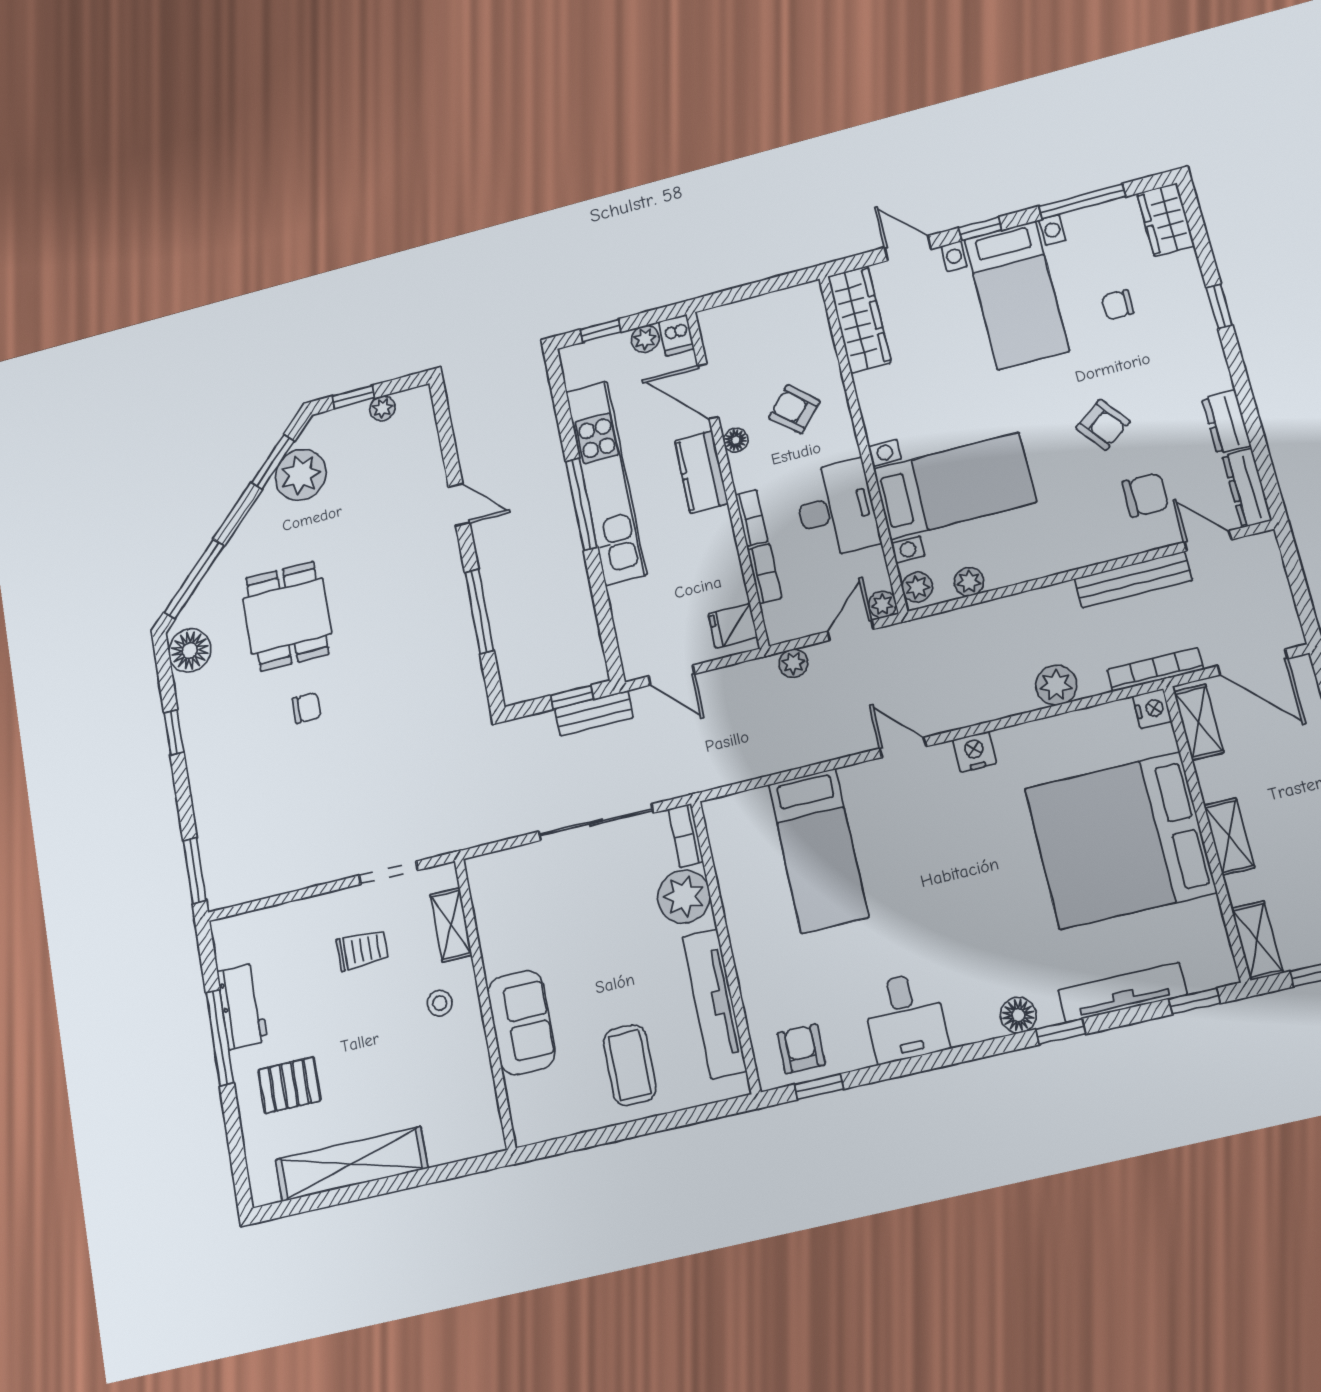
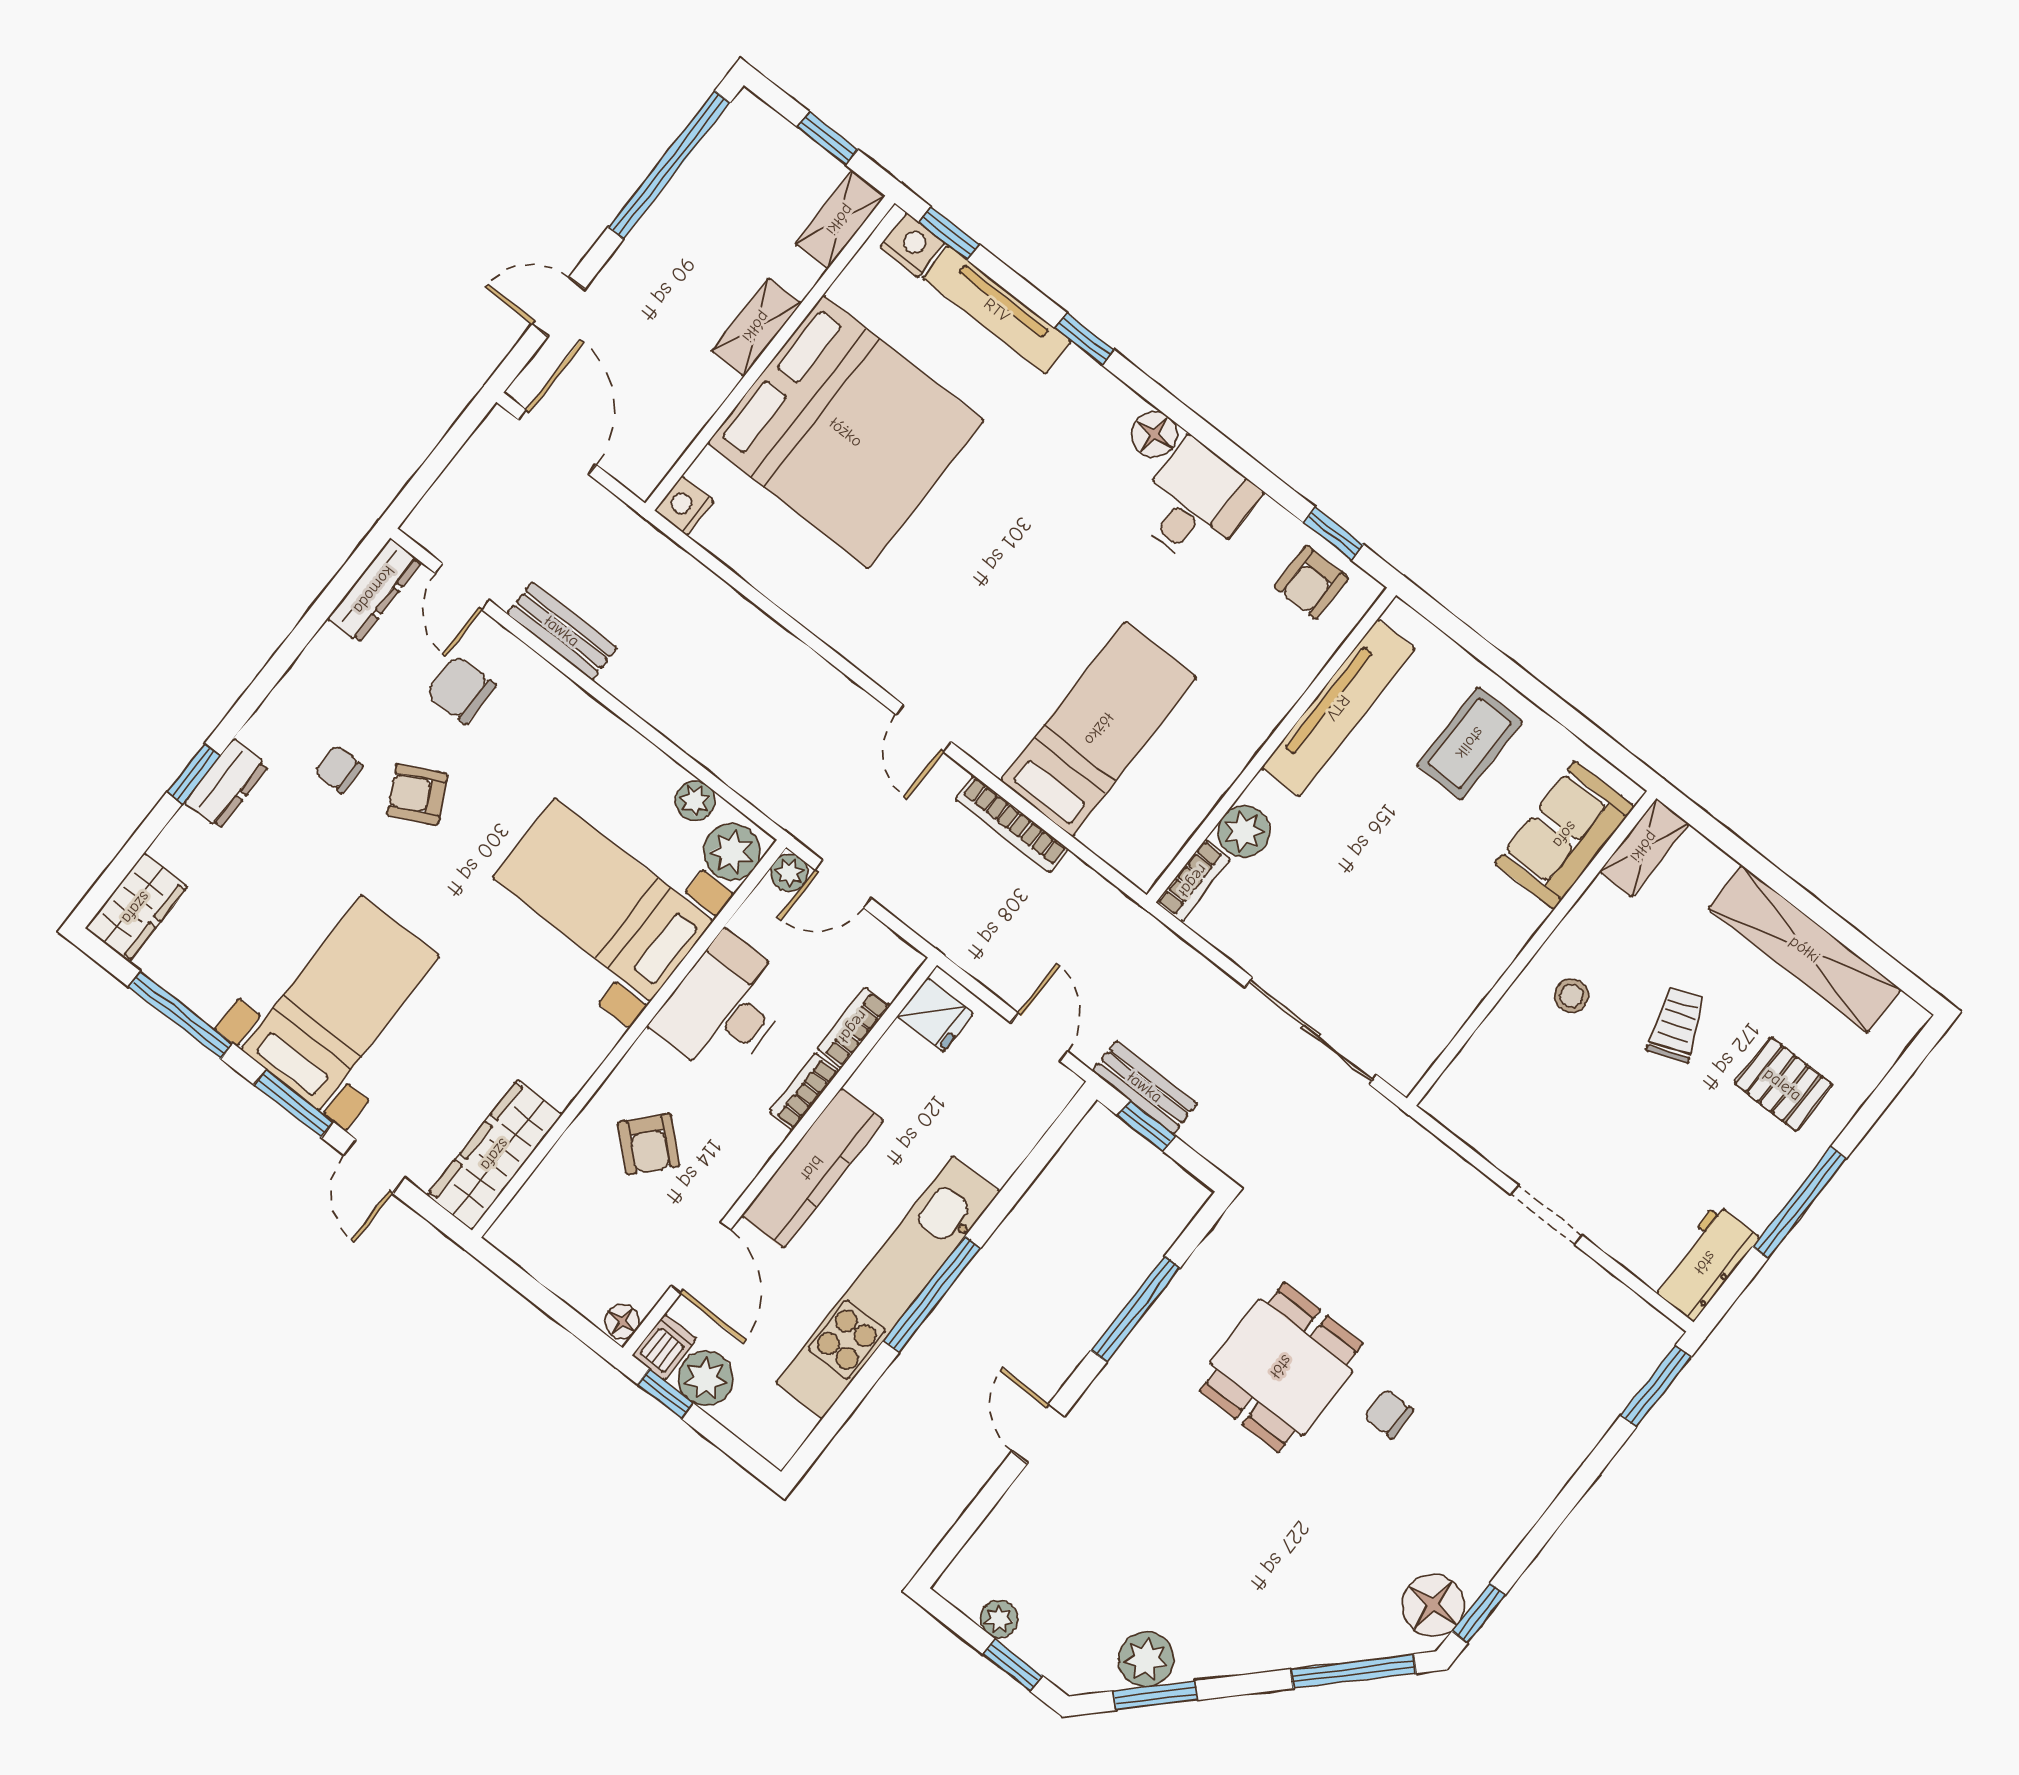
window: (980, 229) -> (294, 1104), width x1.50
chair: (1118, 305) -> (339, 769), moved, turned 180
window: (601, 331) -> (665, 1394), moved
plant: (645, 339) -> (706, 1378), width x1.38, depth x1.38
dresser: (1226, 422) -> (226, 784), moved
armchair: (1103, 425) -> (417, 794), turned -80
floor lamp: (736, 440) -> (622, 1322), moved
kitchen counter: (701, 472) -> (812, 1168), width x1.50
plant: (301, 475) -> (1146, 1659), width x0.73, depth x0.73
bench: (1133, 580) -> (562, 631), width x0.73
plant: (917, 587) -> (732, 852), width x1.38, depth x1.38
dining table: (287, 616) -> (1281, 1367), moved
plant: (793, 663) -> (925, 916), removed
bookcase: (1155, 670) -> (1012, 824), moved
plant: (1056, 685) -> (735, 622), removed
shelving: (1199, 722) -> (662, 448), removed
window: (174, 732) -> (1479, 1613), moved
nightstand: (975, 752) -> (912, 245), moved, turned 180
sliding door: (596, 822) -> (1311, 1031), moved
doorway: (388, 873) -> (1546, 1215), moved
plant: (684, 897) -> (1244, 831), width x0.73, depth x0.73
shelving: (451, 925) -> (1644, 847), moved
trolley: (362, 950) -> (1677, 1025), moved, turned 69
workbench: (242, 1006) -> (1705, 1263), moved
floor lamp: (1018, 1015) -> (1154, 434), moved
sofa: (521, 1023) -> (1565, 835), moved

